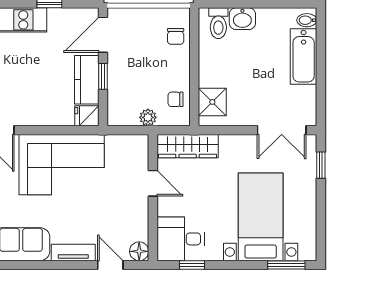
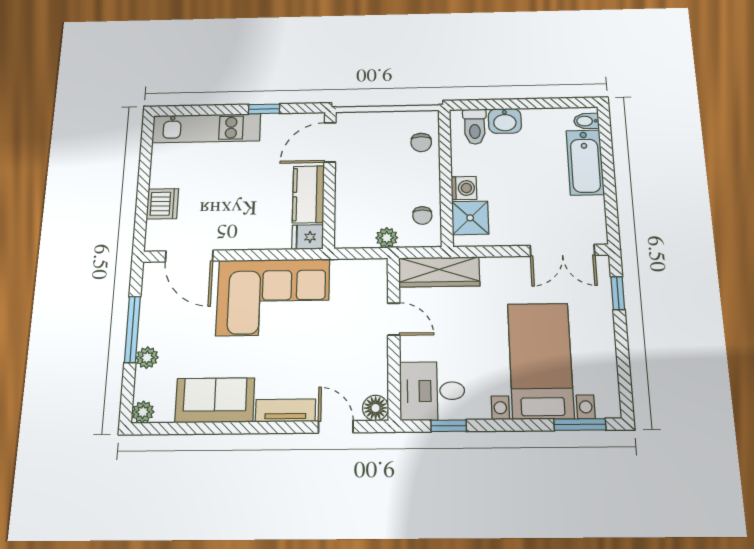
window: (103, 76) -> (329, 190), removed
washing machine: (208, 77) -> (464, 188), added
chair: (176, 99) -> (422, 215), turned -90

